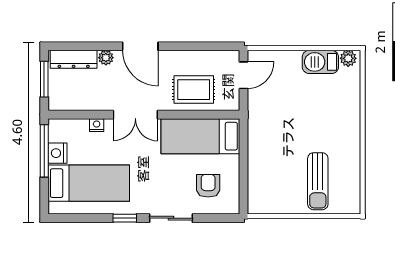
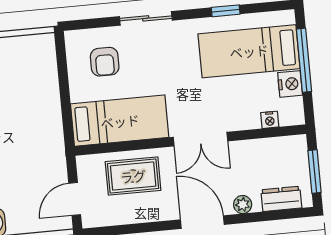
dresser: (74, 59) -> (281, 199), width x0.70
double door: (135, 115) -> (200, 139), swing flipped
nightstand: (97, 125) -> (270, 120), moved
window: (44, 151) -> (304, 60), moved
window: (125, 218) -> (226, 11), moved

